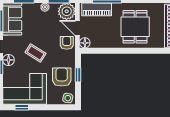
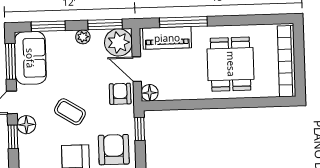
window: (78, 75) -> (140, 129), moved

